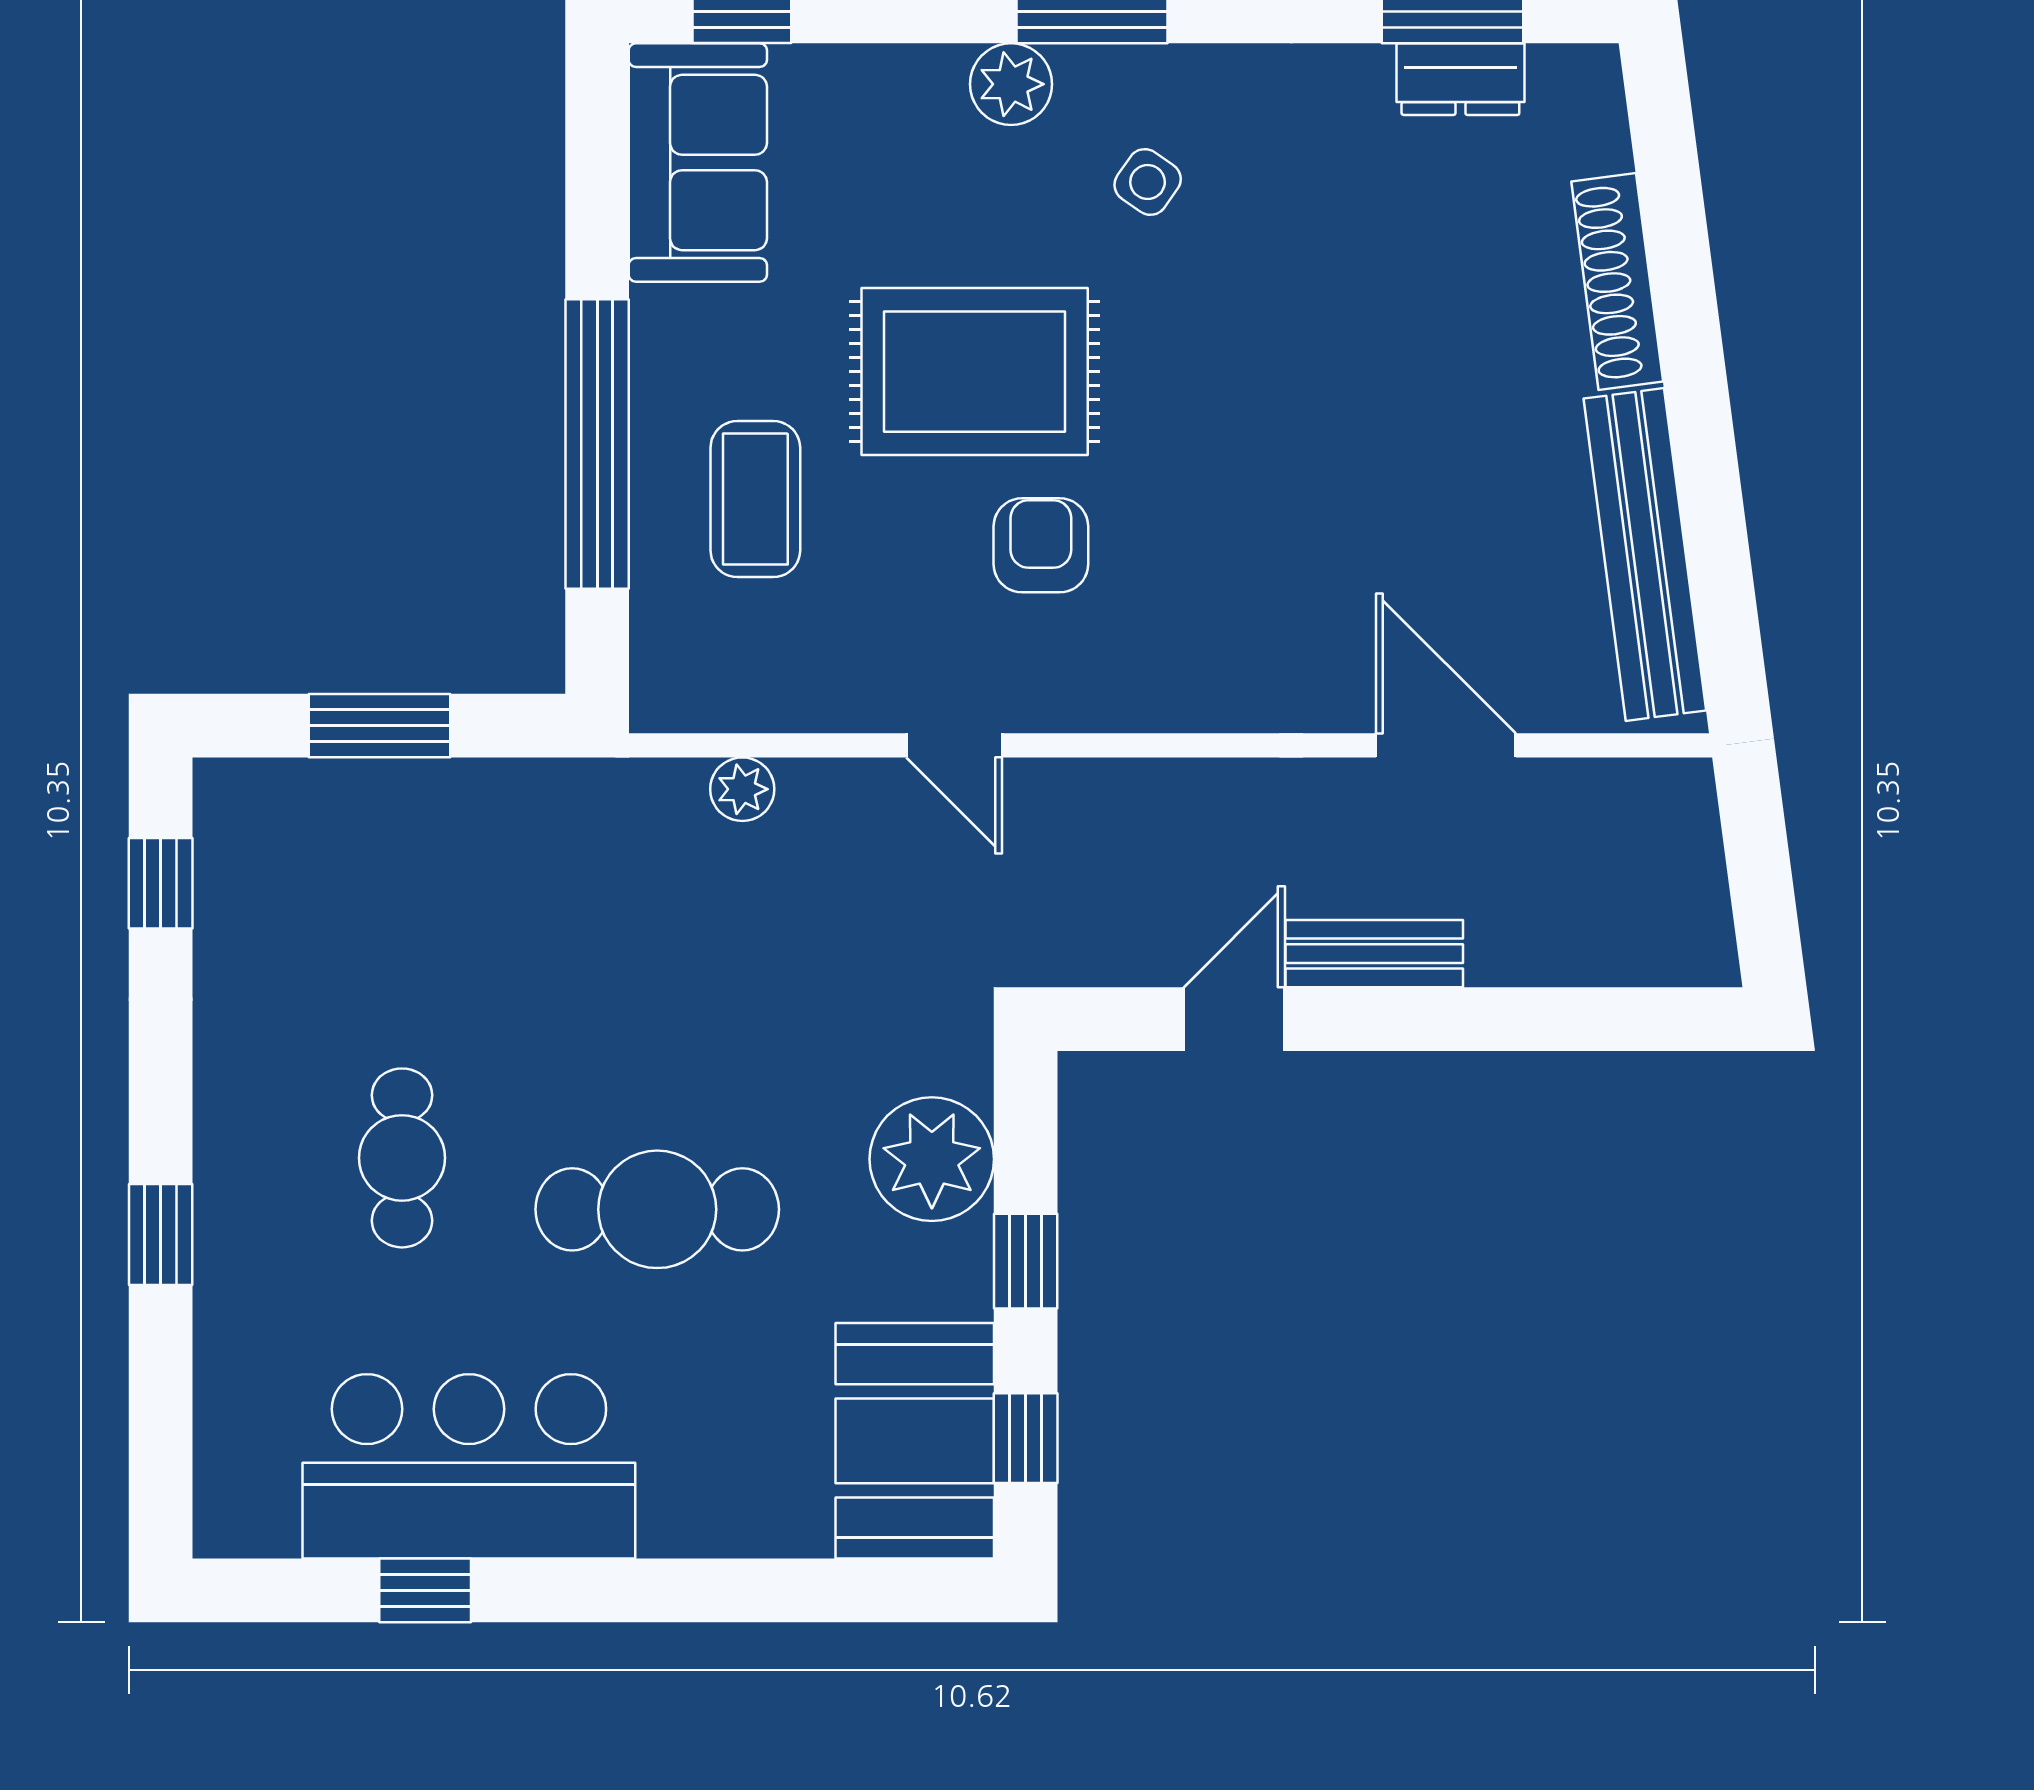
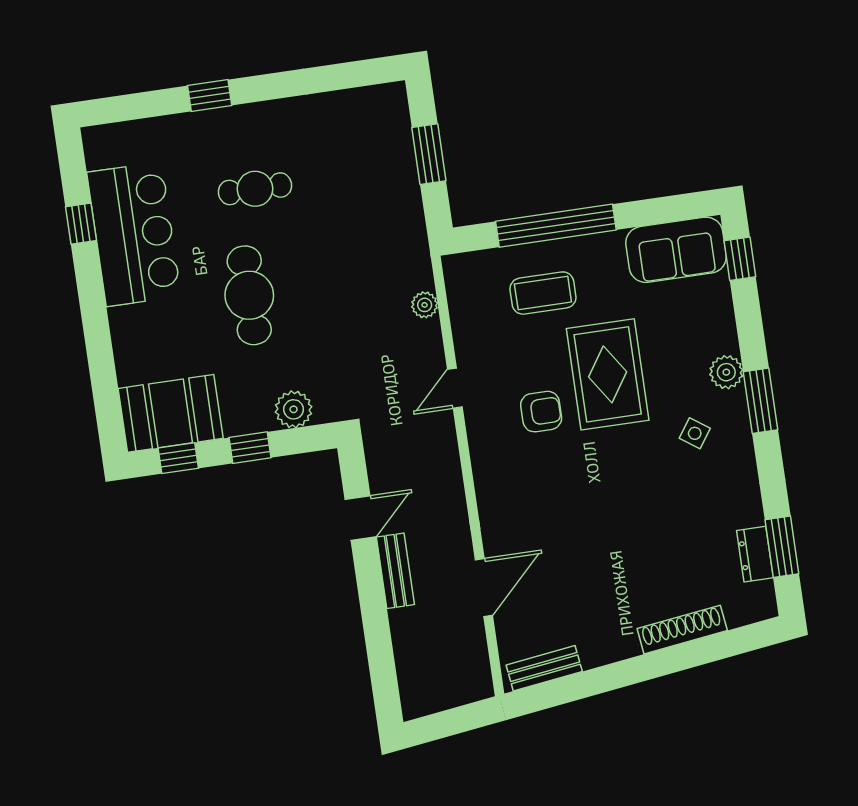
bench: (1645, 554) -> (544, 668), width x0.54, depth x0.82
window: (161, 883) -> (352, 75), removed
door: (1234, 1019) -> (360, 518), hinge flipped
plant: (932, 1159) -> (294, 409), width x0.73, depth x0.73

